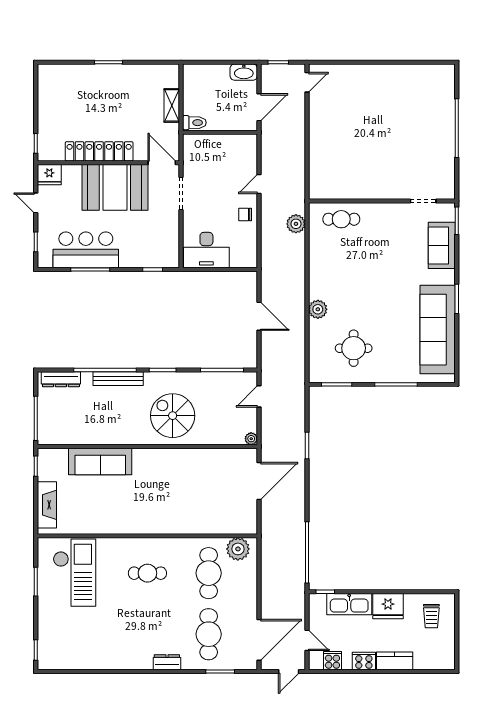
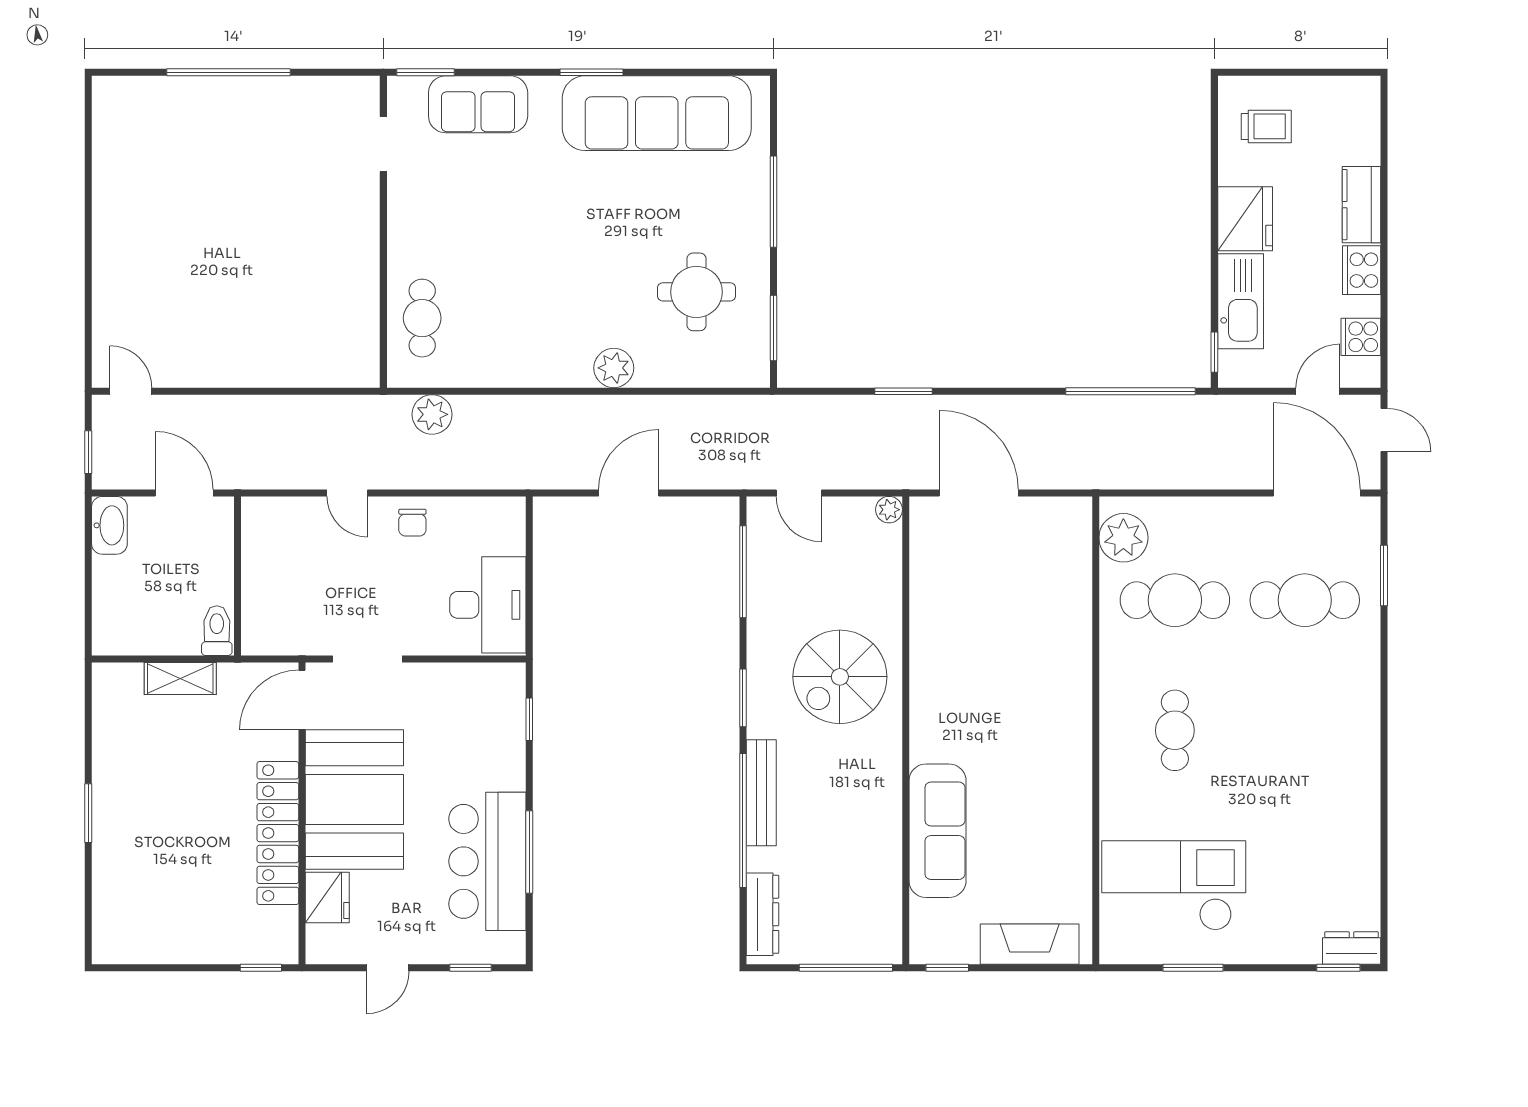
fridge: (49, 175) -> (327, 897), moved
dresser: (167, 662) -> (1352, 948), moved, turned 90

